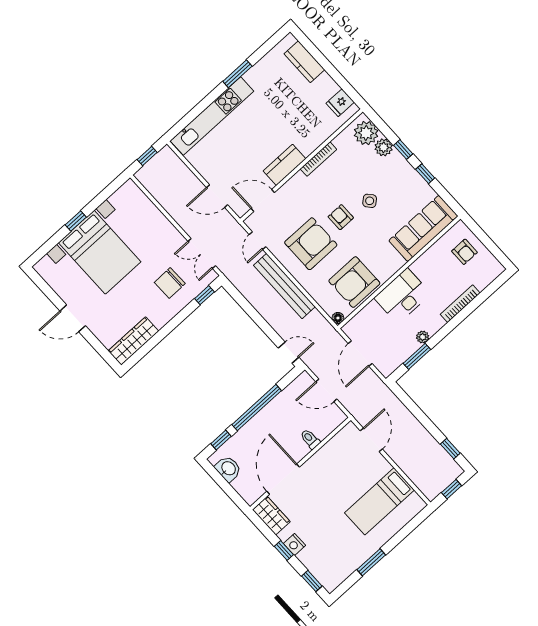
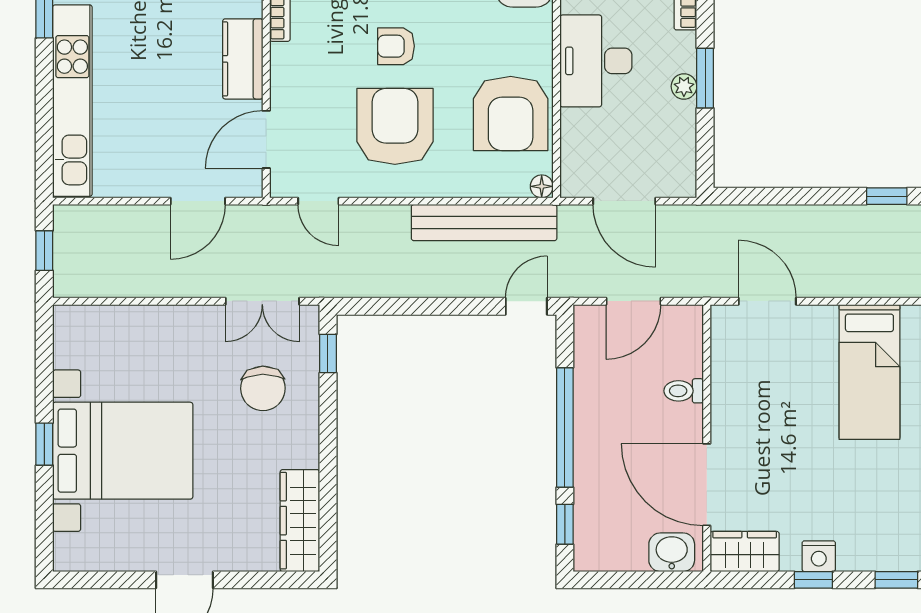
bench: (284, 286) -> (484, 223), moved
window: (417, 356) -> (705, 78), moved
washbasin: (228, 469) -> (672, 552), moved

